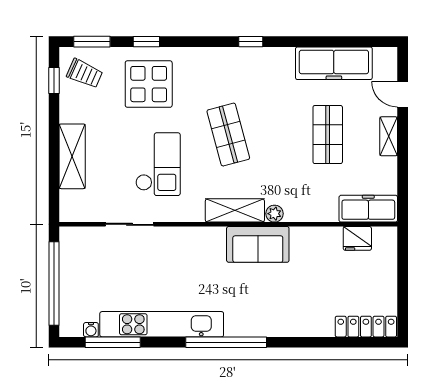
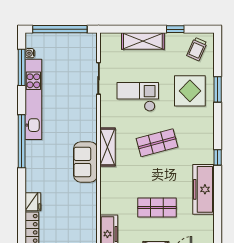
window: (92, 42) -> (218, 54), removed
window: (146, 42) -> (218, 89), width x1.50
freezer: (334, 63) -> (203, 189), moved
window: (54, 81) -> (175, 29), moved
checkout: (158, 164) -> (138, 97), turned 180
plant: (275, 214) -> (105, 173), removed
fridge: (357, 238) -> (33, 202), moved, turned 180

